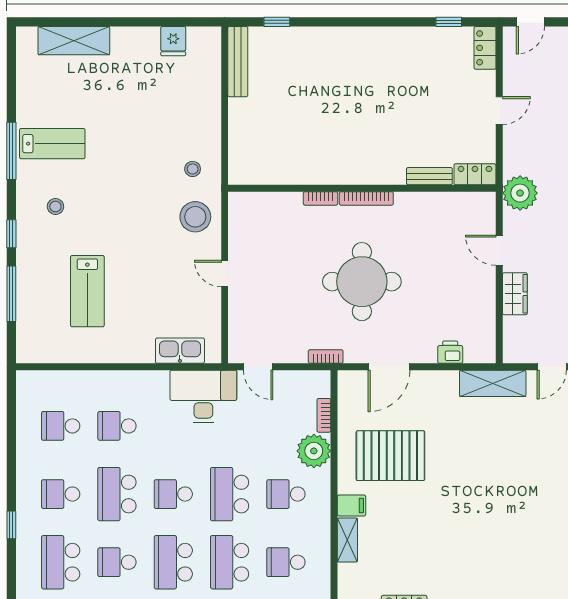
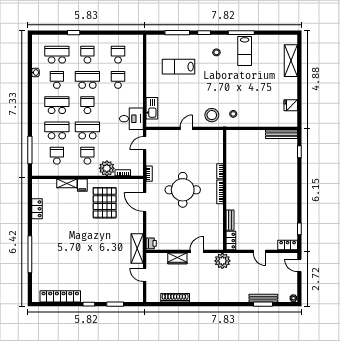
printer: (450, 352) -> (151, 243), moved
desk: (203, 396) -> (131, 119), width x0.73

